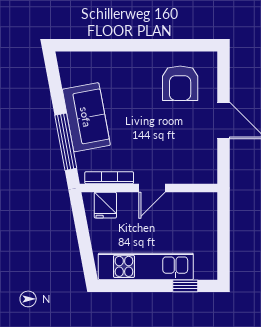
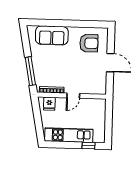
armchair: (180, 83) -> (89, 43), turned -90
sofa: (86, 117) -> (52, 35), moved, turned 101

